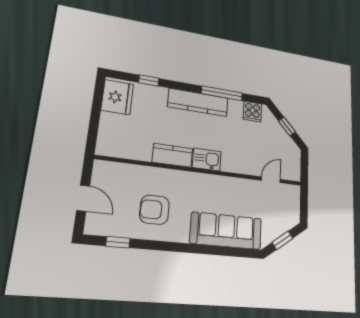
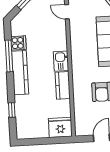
fridge: (117, 97) -> (60, 127), moved
cooker: (252, 112) -> (18, 43), moved

